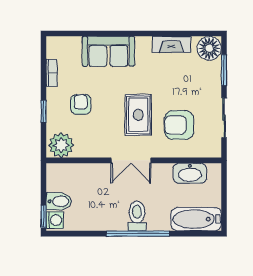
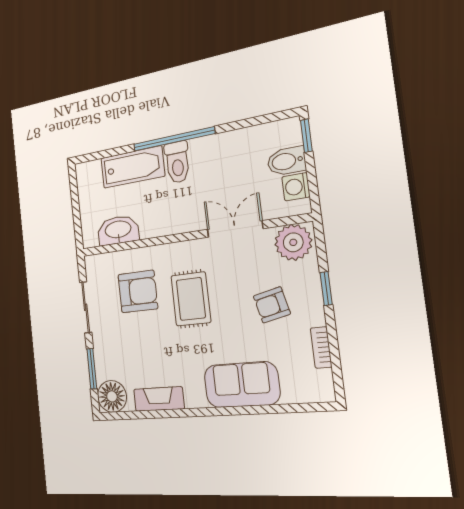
armchair: (81, 104) -> (272, 305), turned 77
double door: (131, 160) -> (235, 229), moved
bathtub: (196, 219) -> (132, 167), moved
washing machine: (55, 220) -> (296, 187), moved

